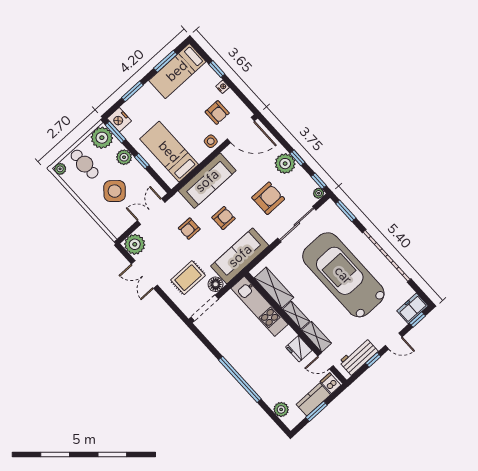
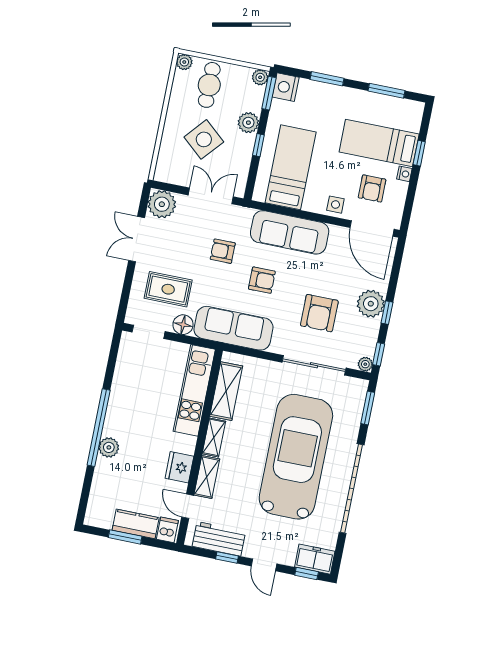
bed: (177, 71) -> (379, 143), moved
plant: (102, 138) -> (260, 77), width x0.53, depth x0.53
armchair: (268, 198) -> (319, 313), turned 90
doorway: (205, 308) -> (149, 332), width x0.73
plant: (281, 409) -> (109, 447), moved

